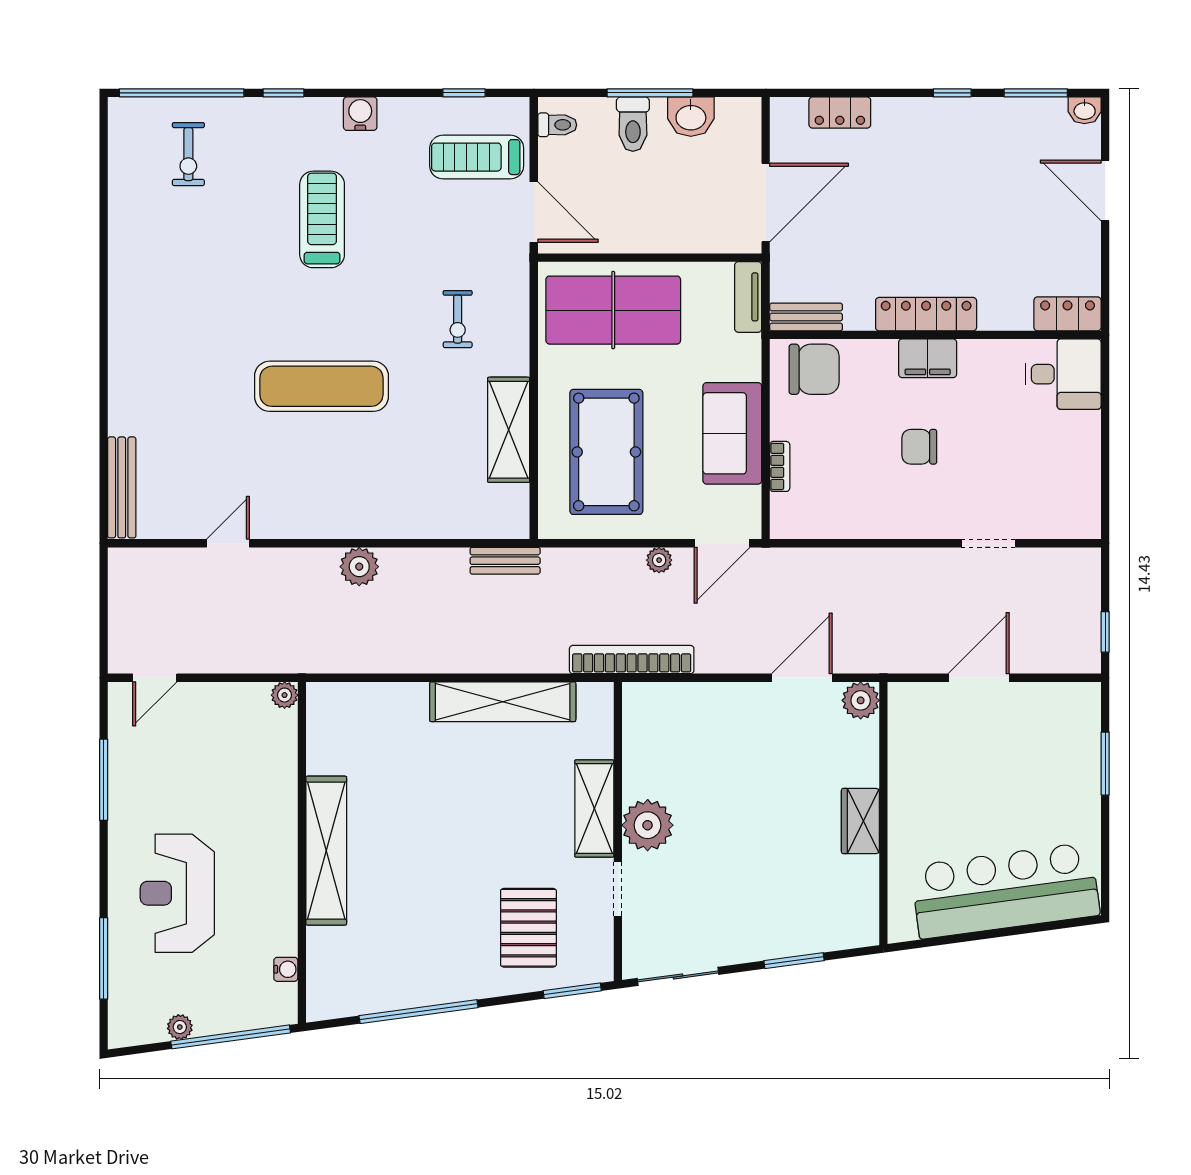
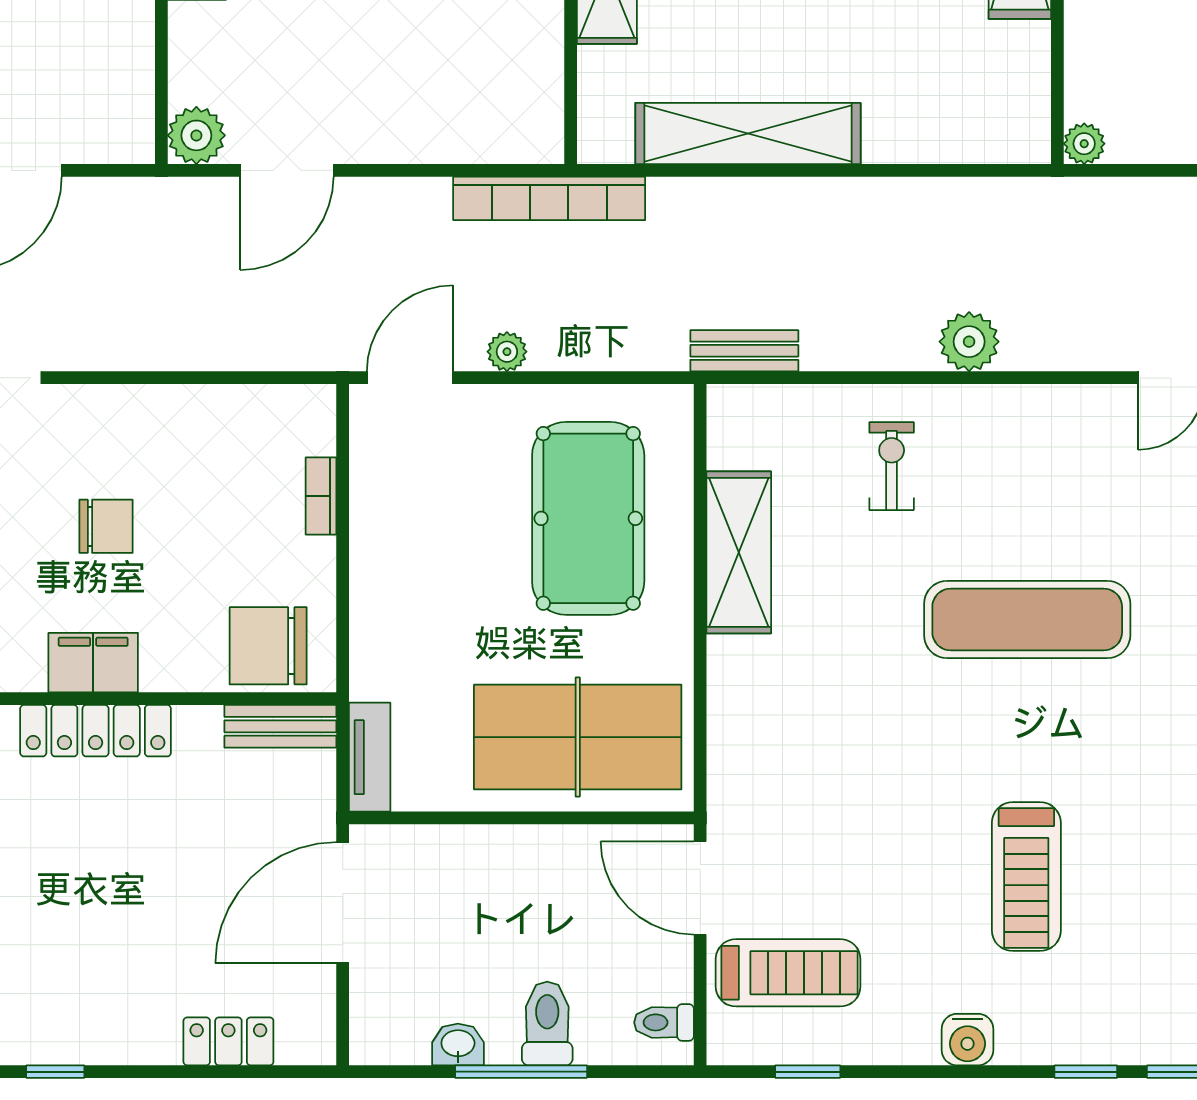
washbasin: (691, 117) -> (458, 1044), width x0.72, depth x0.69
exercise bike: (458, 319) -> (892, 466), moved
sofa: (732, 433) -> (394, 547), removed

